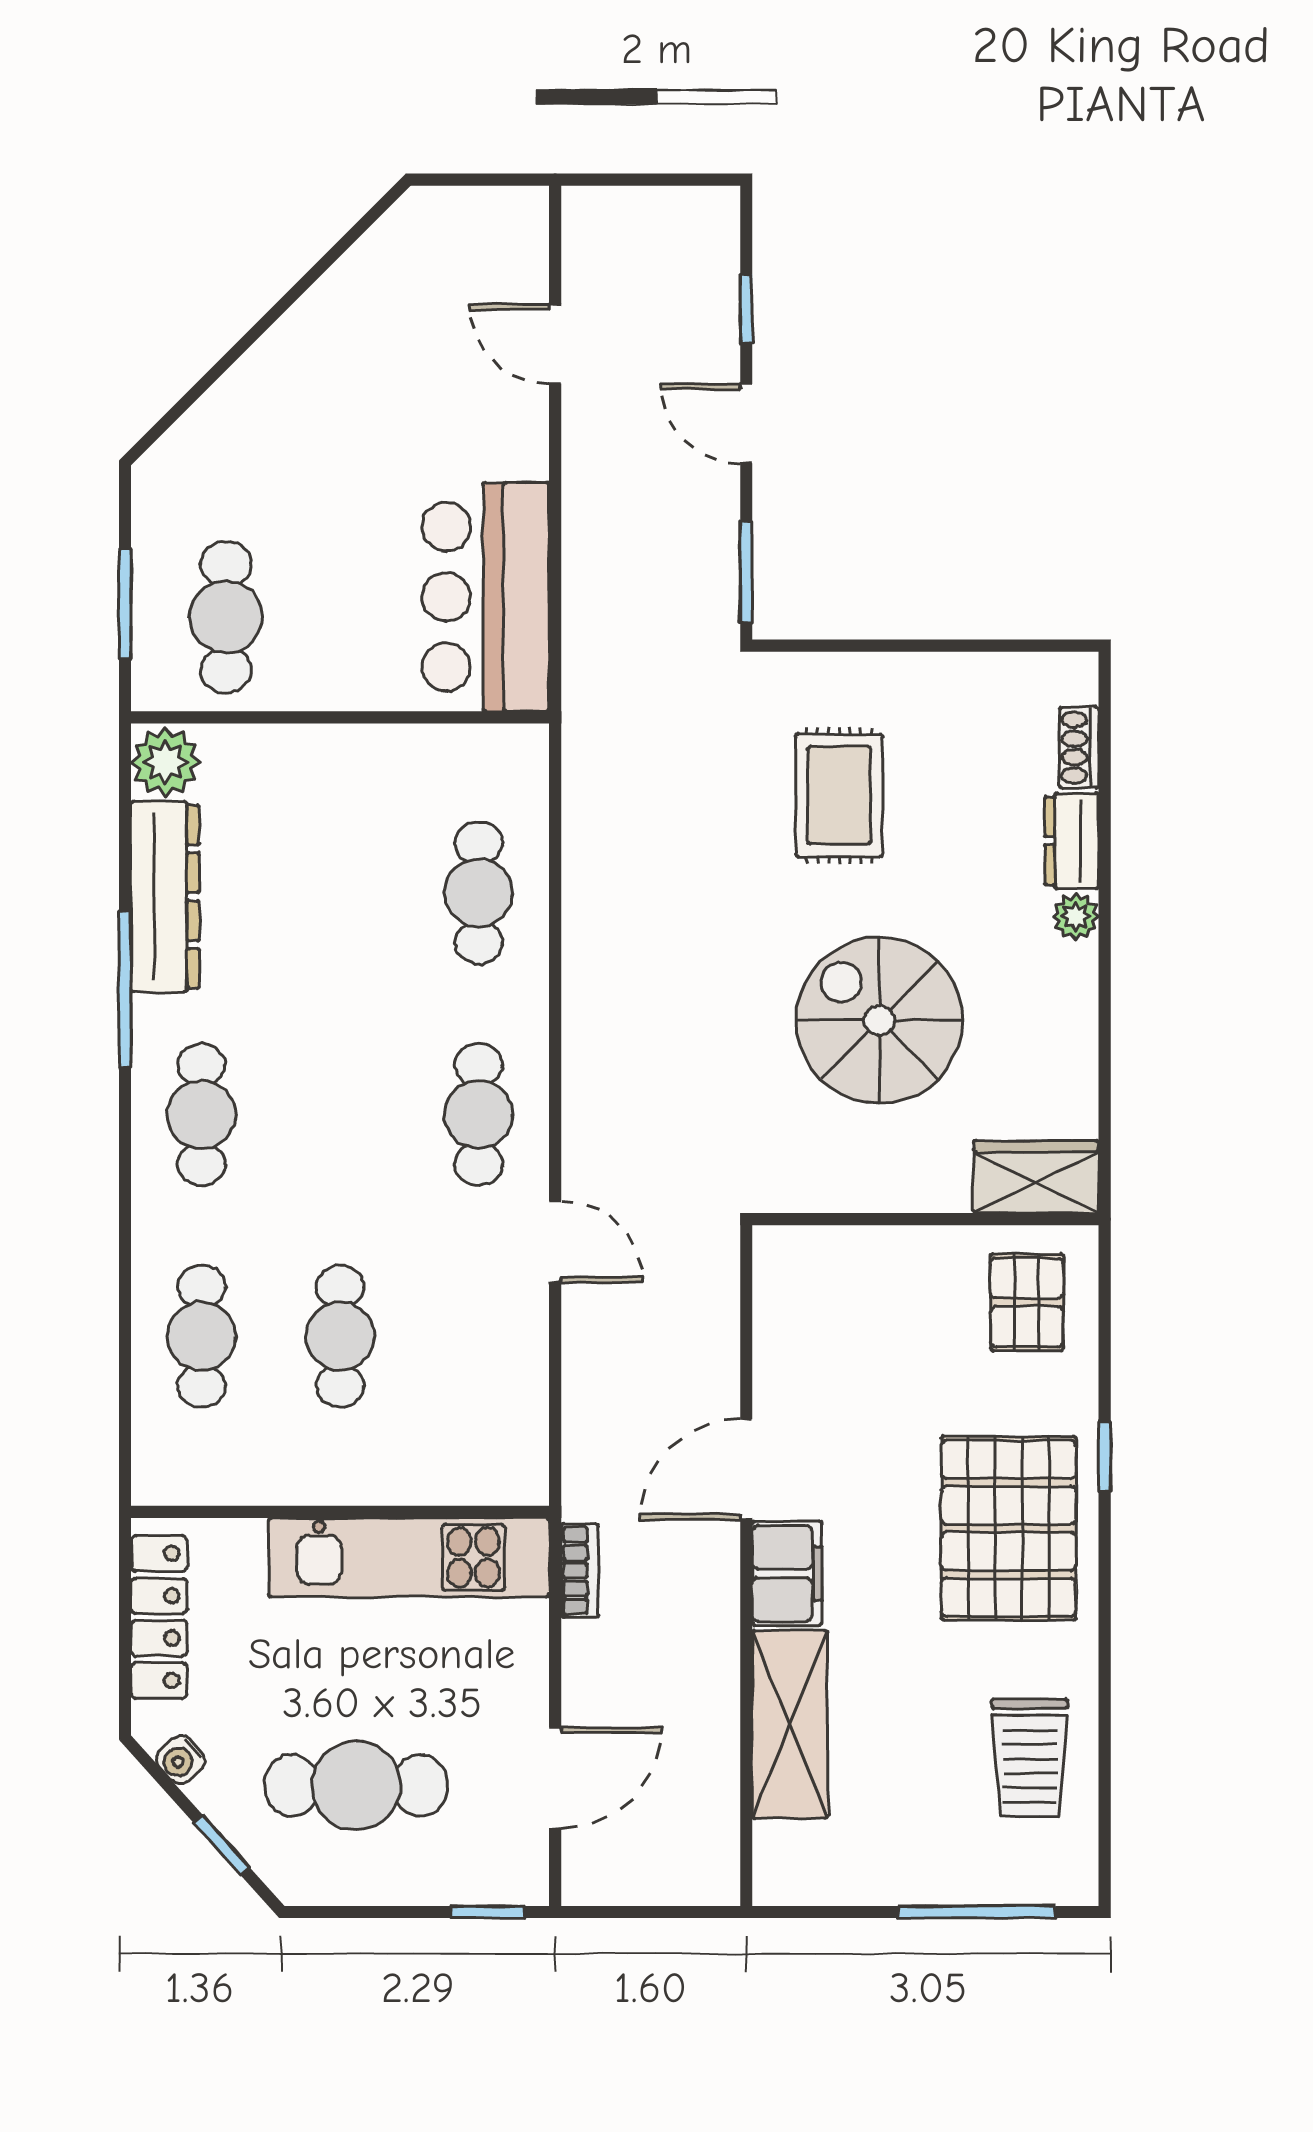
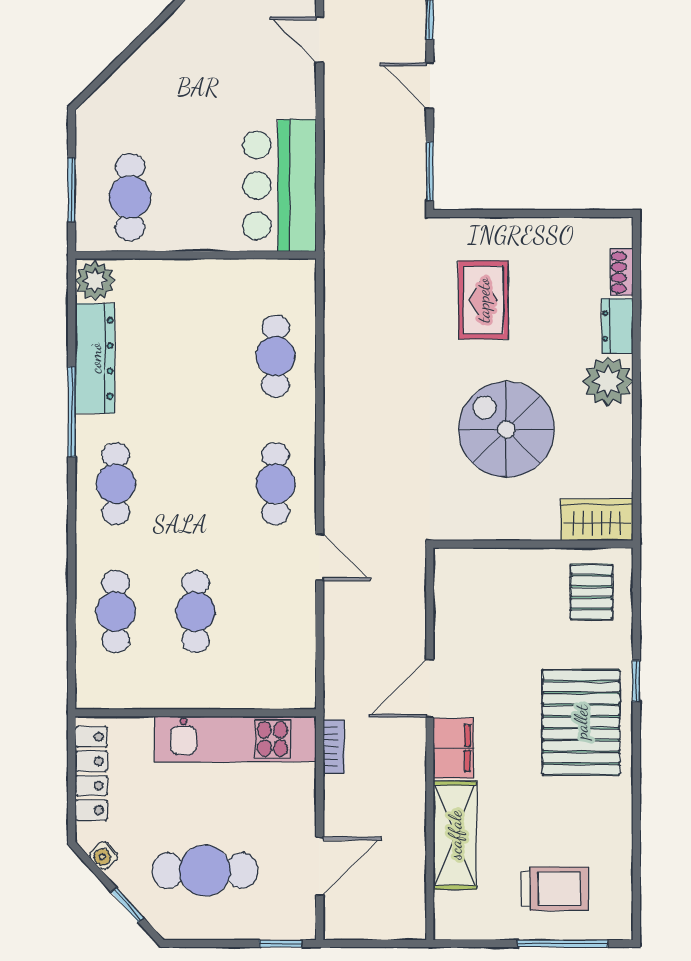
plant: (1076, 917) -> (608, 381), width x1.87, depth x1.87
trolley: (1030, 1758) -> (555, 889), moved, turned -90

